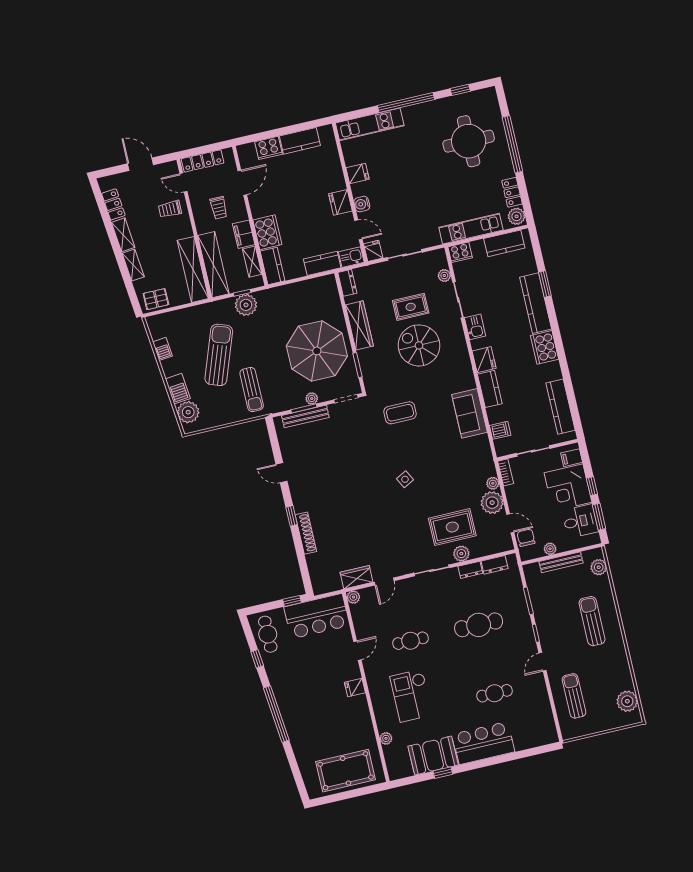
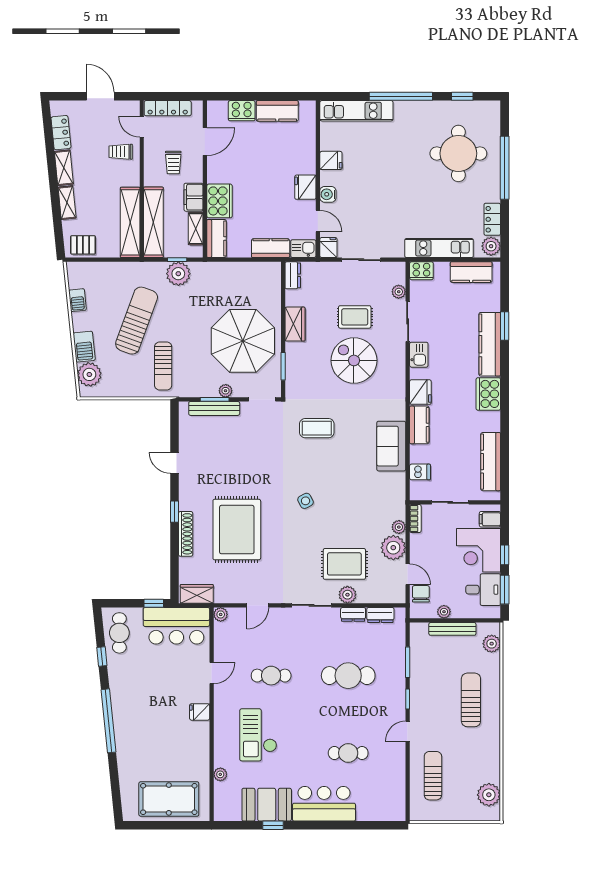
wardrobe: (359, 325) -> (295, 324), width x0.67
rug: (350, 519) -> (237, 530), added
wardrobe: (357, 577) -> (197, 594), moved

